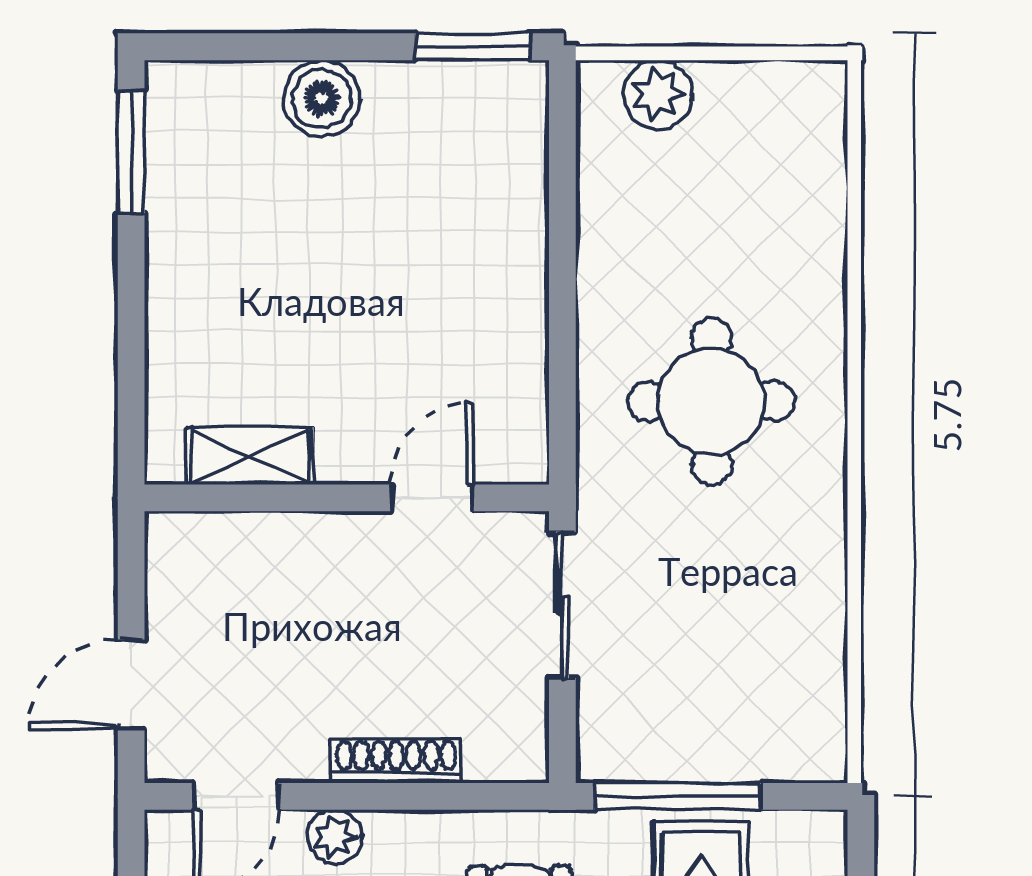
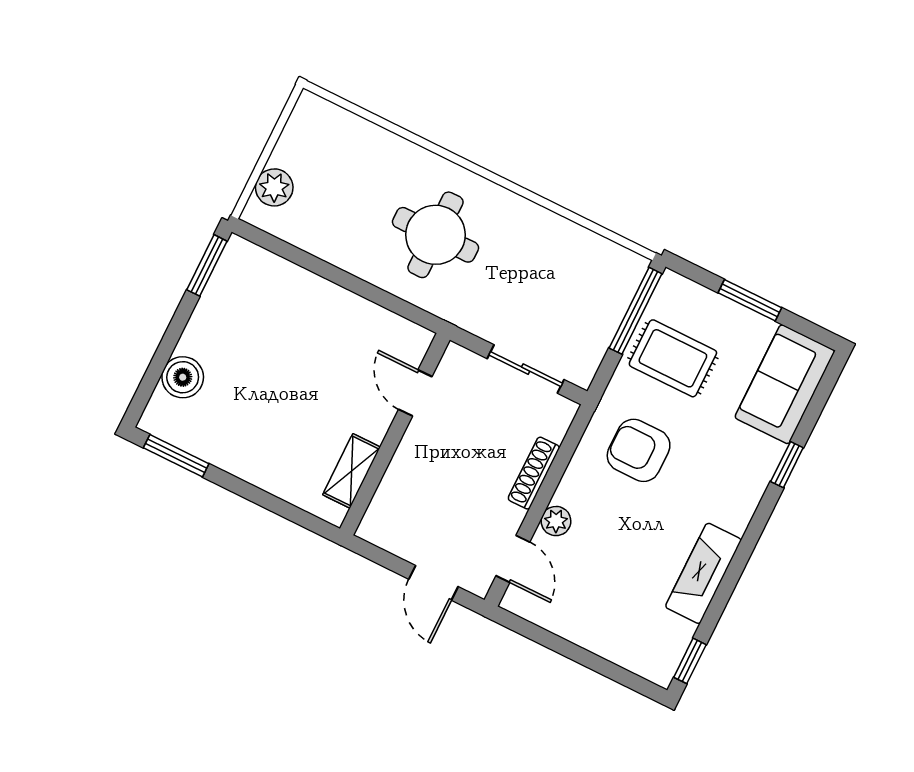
boiler: (322, 98) -> (183, 377), moved
sliding door: (562, 605) -> (526, 369), moved
window: (678, 796) -> (635, 311), moved

